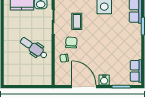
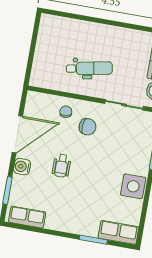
coffee table: (77, 21) -> (118, 141), removed
dental chair: (34, 48) -> (89, 68), turned 44
wheelchair: (99, 55) -> (62, 166), added

